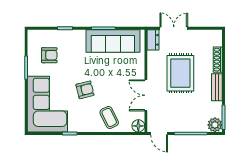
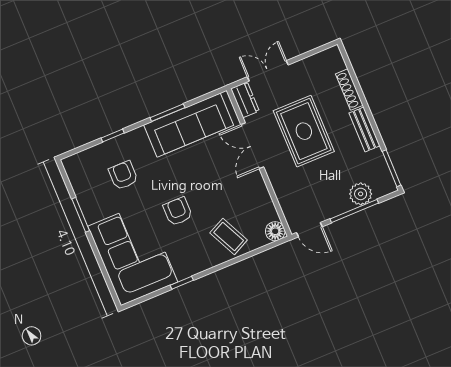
armchair: (49, 55) -> (123, 175), moved, turned -90
armchair: (85, 90) -> (178, 211), turned -76
double door: (146, 95) -> (252, 146), moved
plant: (215, 125) -> (361, 194), moved

